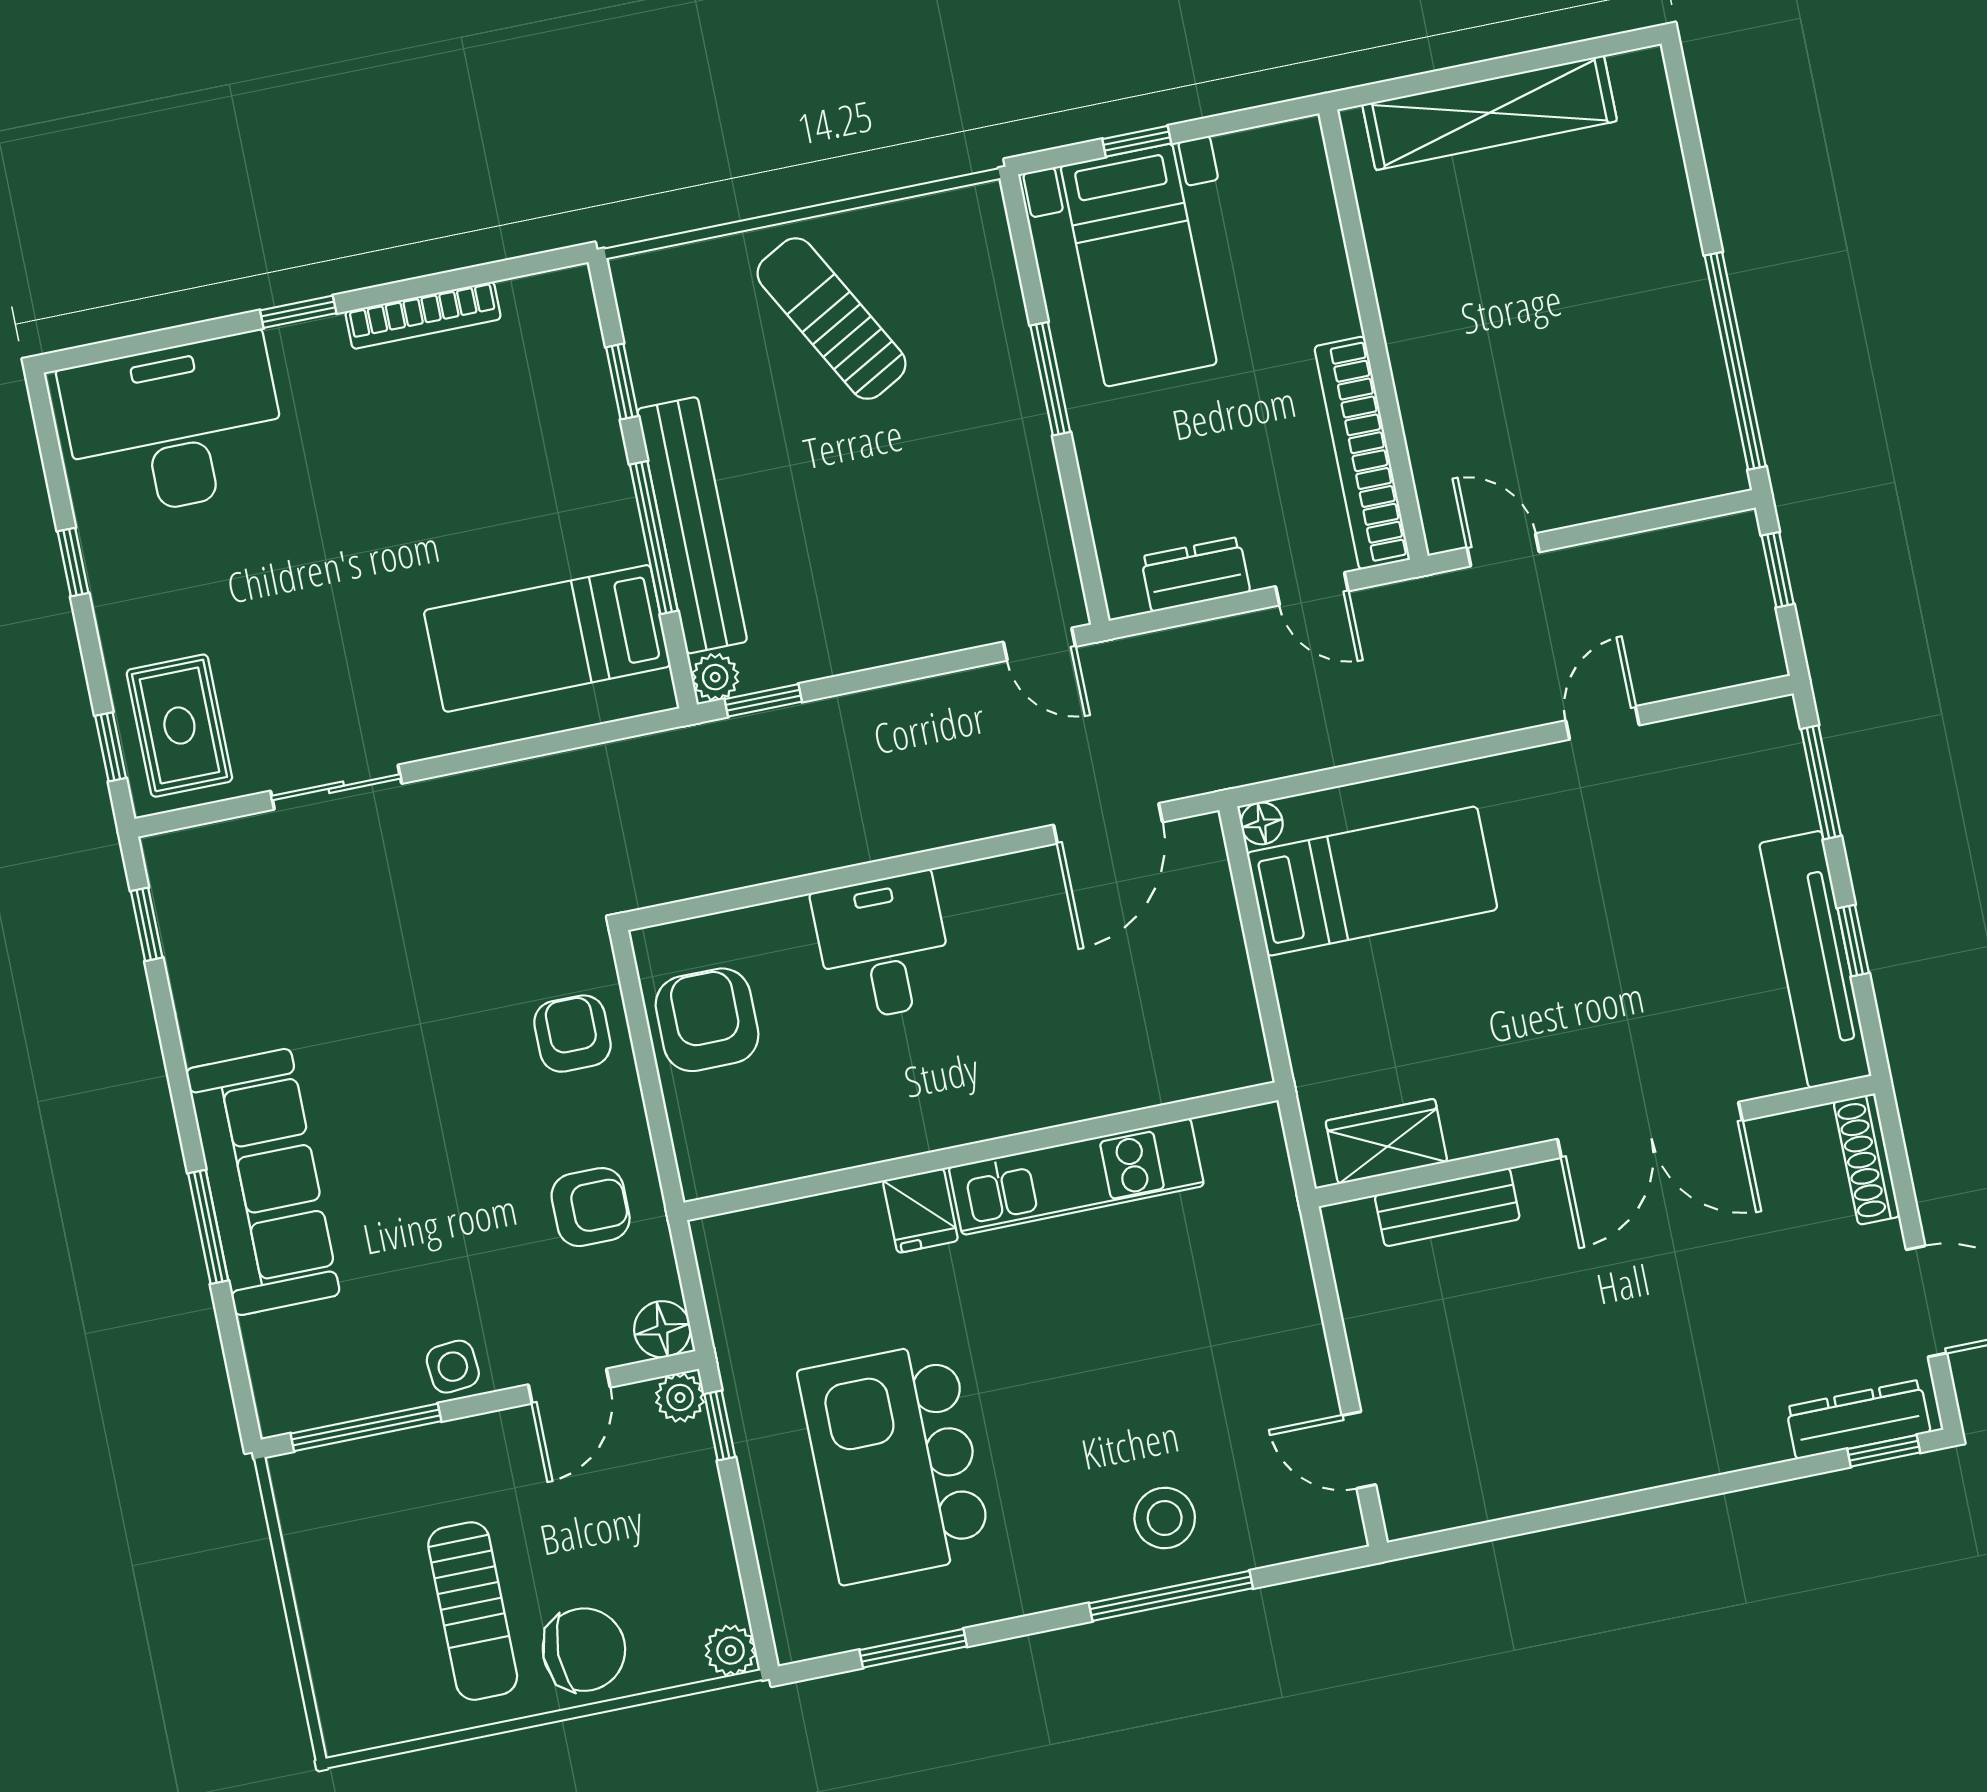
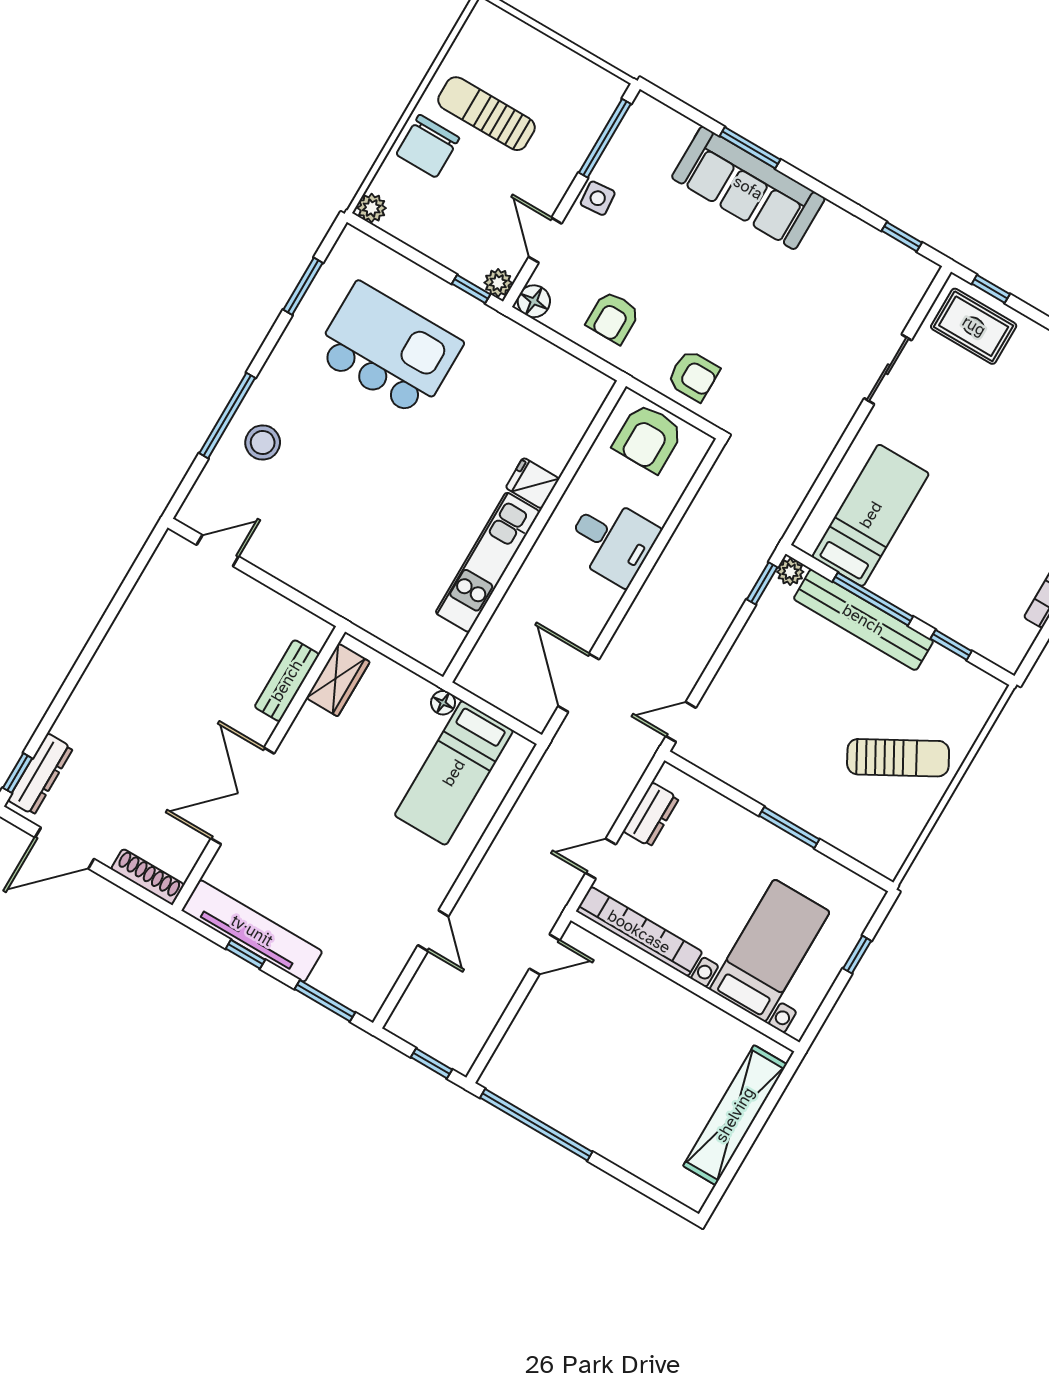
bed with nightstands: (1139, 265) -> (770, 951), moved, turned 90
floor lamp: (1262, 823) -> (443, 703), moved
armchair: (707, 1020) -> (648, 438), turned 90
wall: (981, 1151) -> (535, 531), moved
kitchen unit: (1076, 1176) -> (488, 562), moved
fridge: (920, 1211) -> (532, 483), moved

